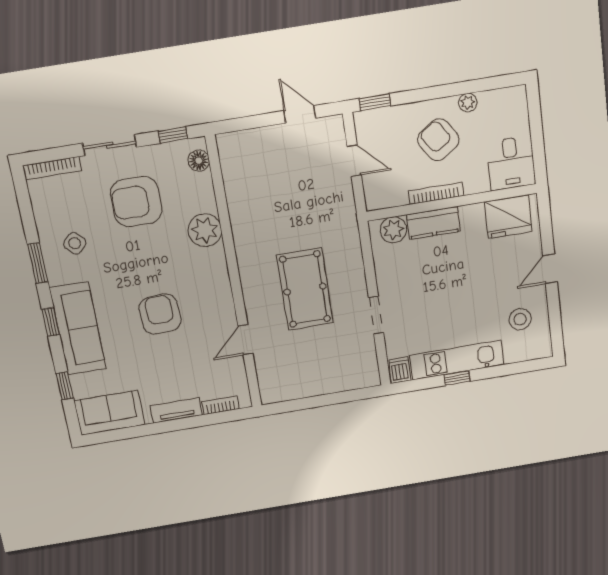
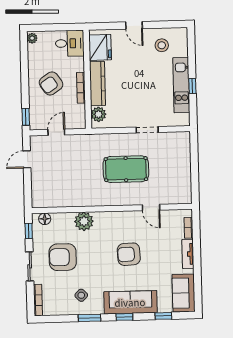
plant: (468, 103) -> (32, 38), moved
armchair: (136, 202) -> (63, 257), turned 90
kitchen counter: (433, 223) -> (98, 84), width x1.50
dishwasher: (400, 370) -> (183, 120), removed

